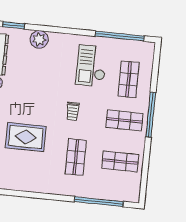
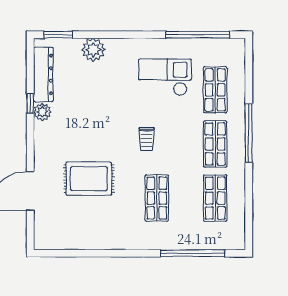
checkout: (91, 66) -> (165, 77), turned 90
shop shelf: (124, 120) -> (215, 144), turned 90
shop shelf: (120, 161) -> (215, 198), turned 90

